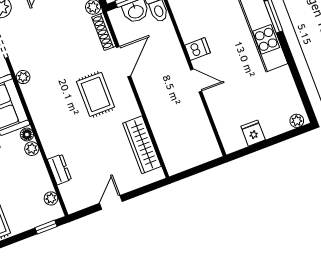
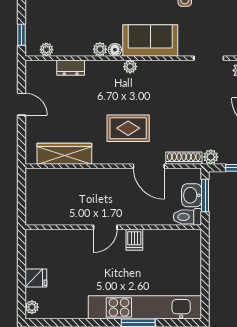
plant: (23, 77) -> (130, 67), moved
fridge: (253, 133) -> (36, 278), moved

